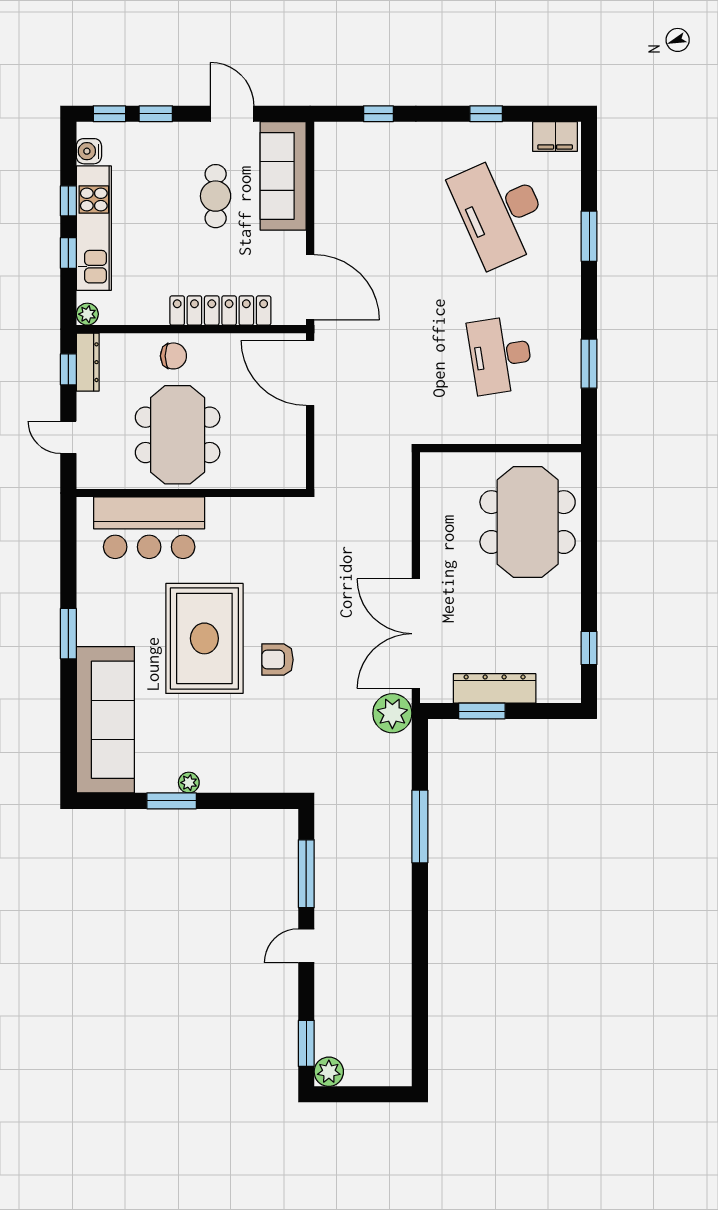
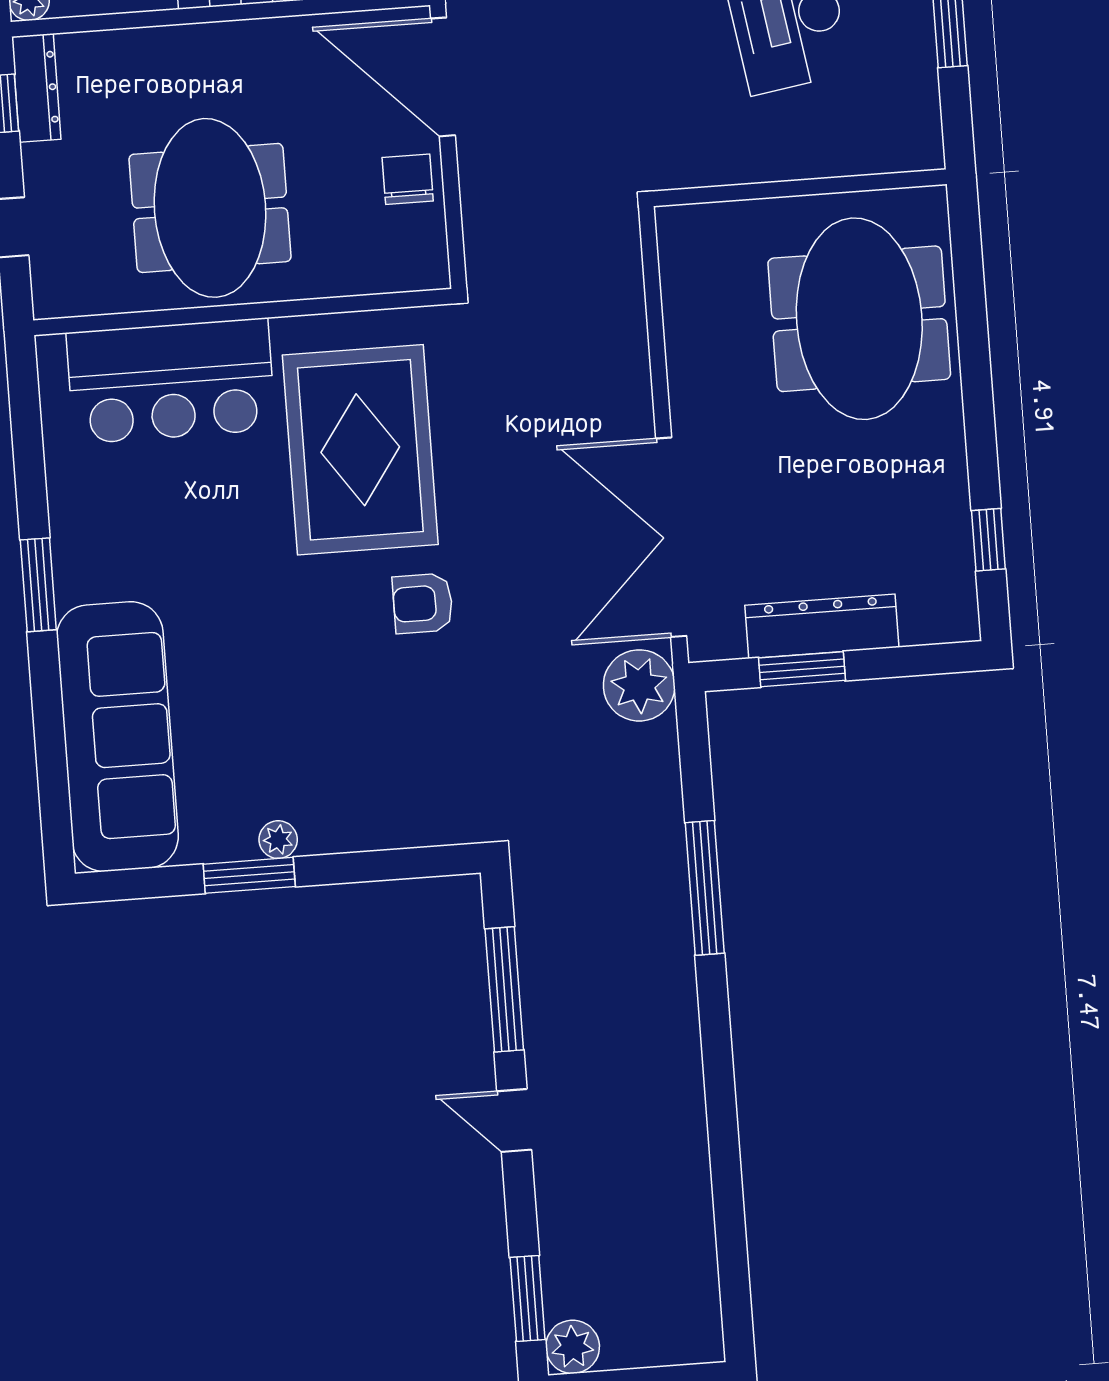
chair: (173, 356) -> (408, 179), moved, turned -90
rug: (204, 638) -> (360, 450), moved
door: (306, 946) -> (514, 1120), hinge flipped

